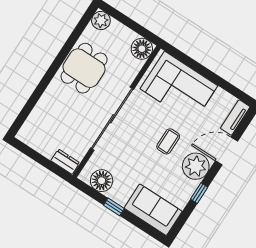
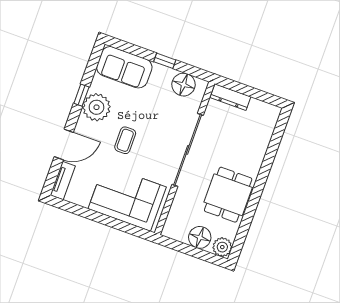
floor lamp: (142, 49) -> (200, 237), moved
dresser: (65, 162) -> (230, 97), width x1.44
plant: (196, 166) -> (96, 107), moved

